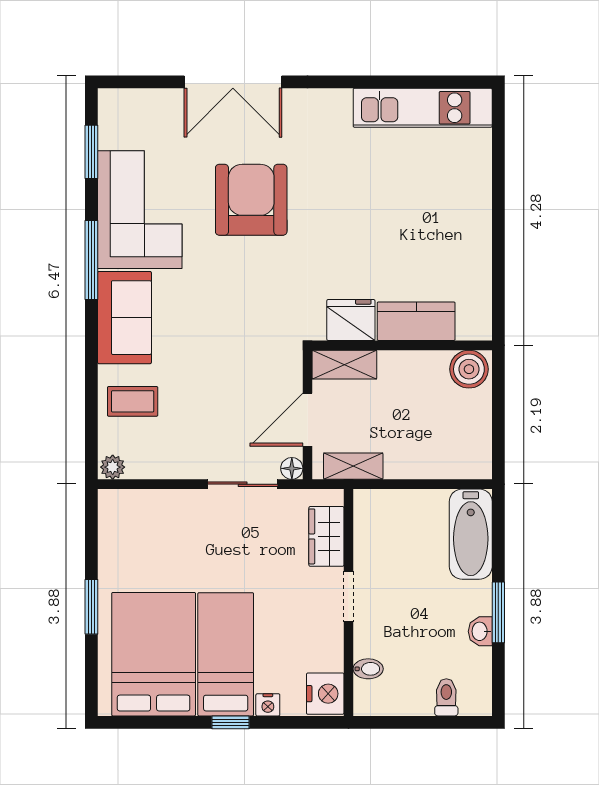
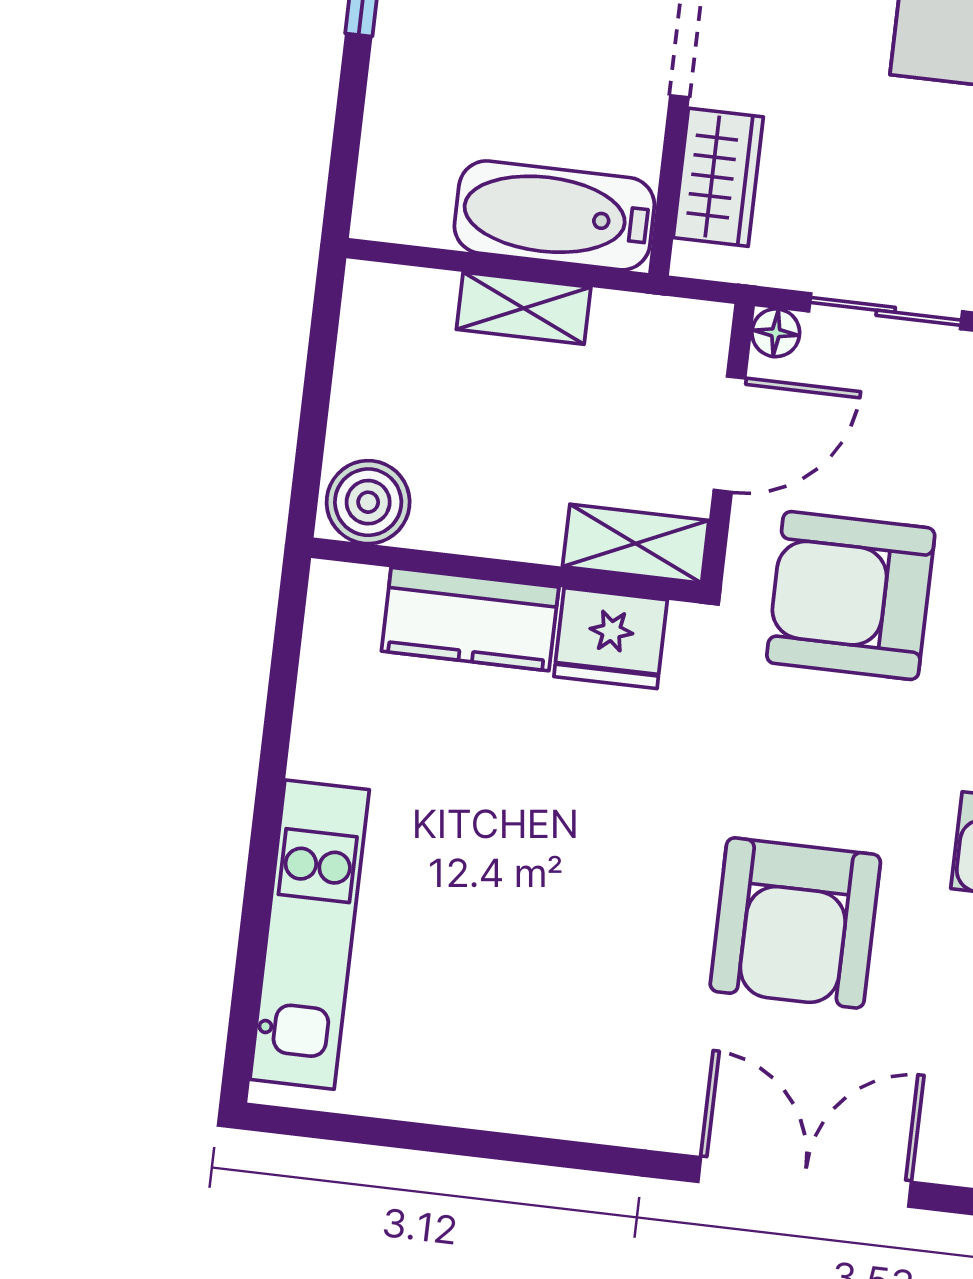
kitchen unit: (423, 108) -> (310, 935), moved, turned 90
armchair: (243, 352) -> (851, 596), added
shelving: (353, 466) -> (524, 308), moved
bathtub: (471, 534) -> (554, 215), moved, turned -90

